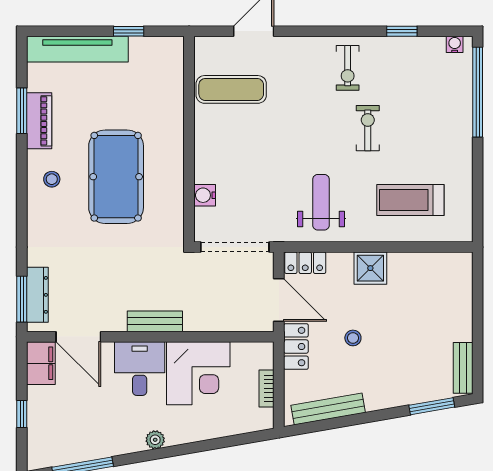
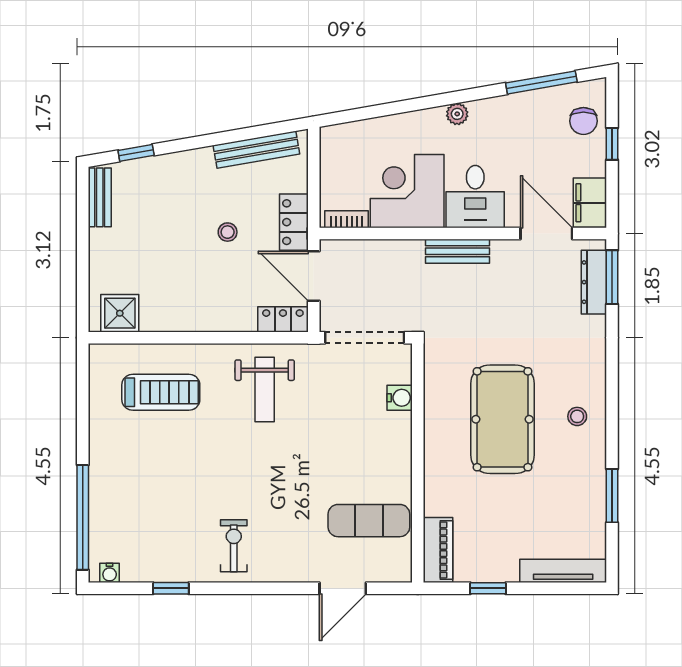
tv unit: (77, 49) -> (563, 571), width x0.73, depth x0.78
piano: (39, 121) -> (438, 550), moved, turned 180
exercise bike: (368, 128) -> (210, 476), removed
shower: (370, 268) -> (120, 313), moved
bookcase: (267, 388) -> (347, 219), moved, turned -90
window: (432, 406) -> (136, 153), width x0.67
chair: (46, 434) -> (583, 121), added

